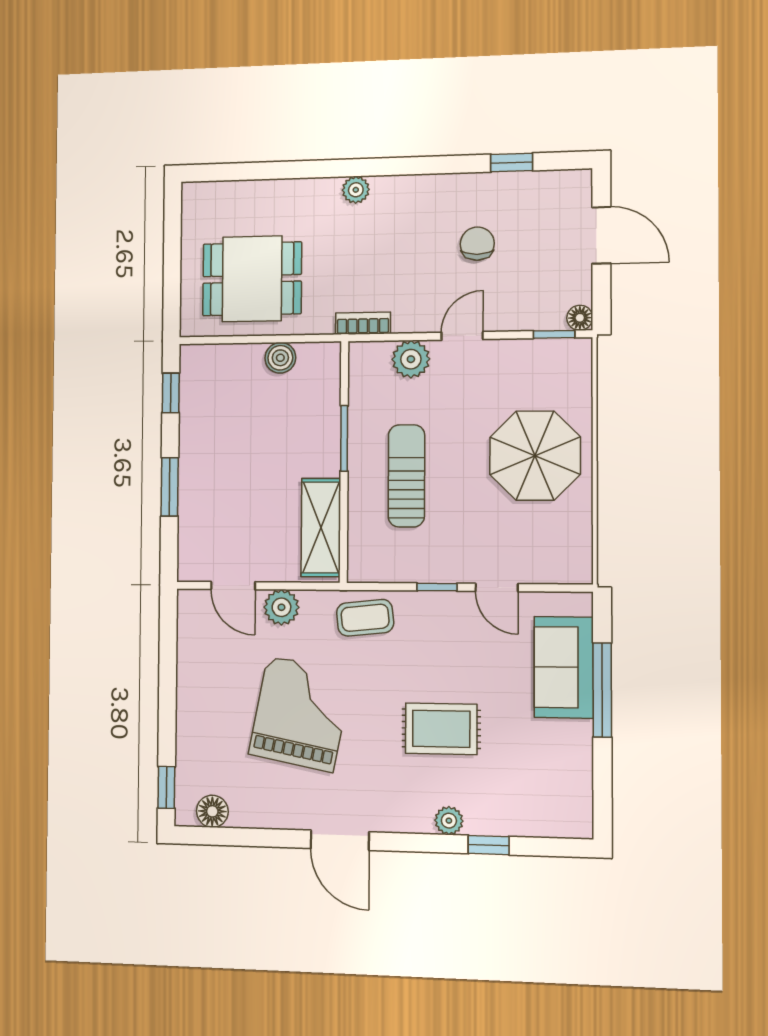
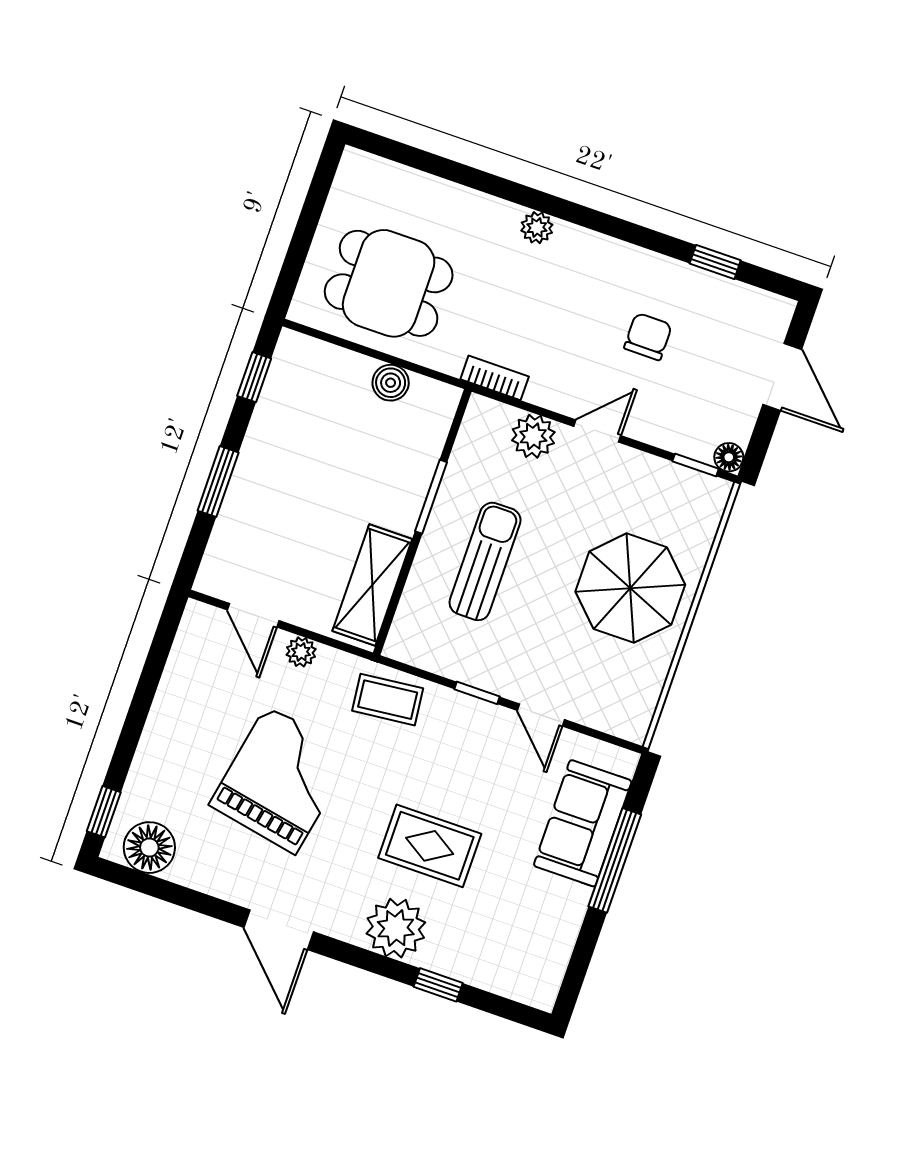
plant: (281, 607) -> (301, 652), width x0.73, depth x0.73
floor lamp: (212, 811) -> (149, 848), width x1.38, depth x1.38
plant: (449, 821) -> (396, 928), width x1.88, depth x1.88

